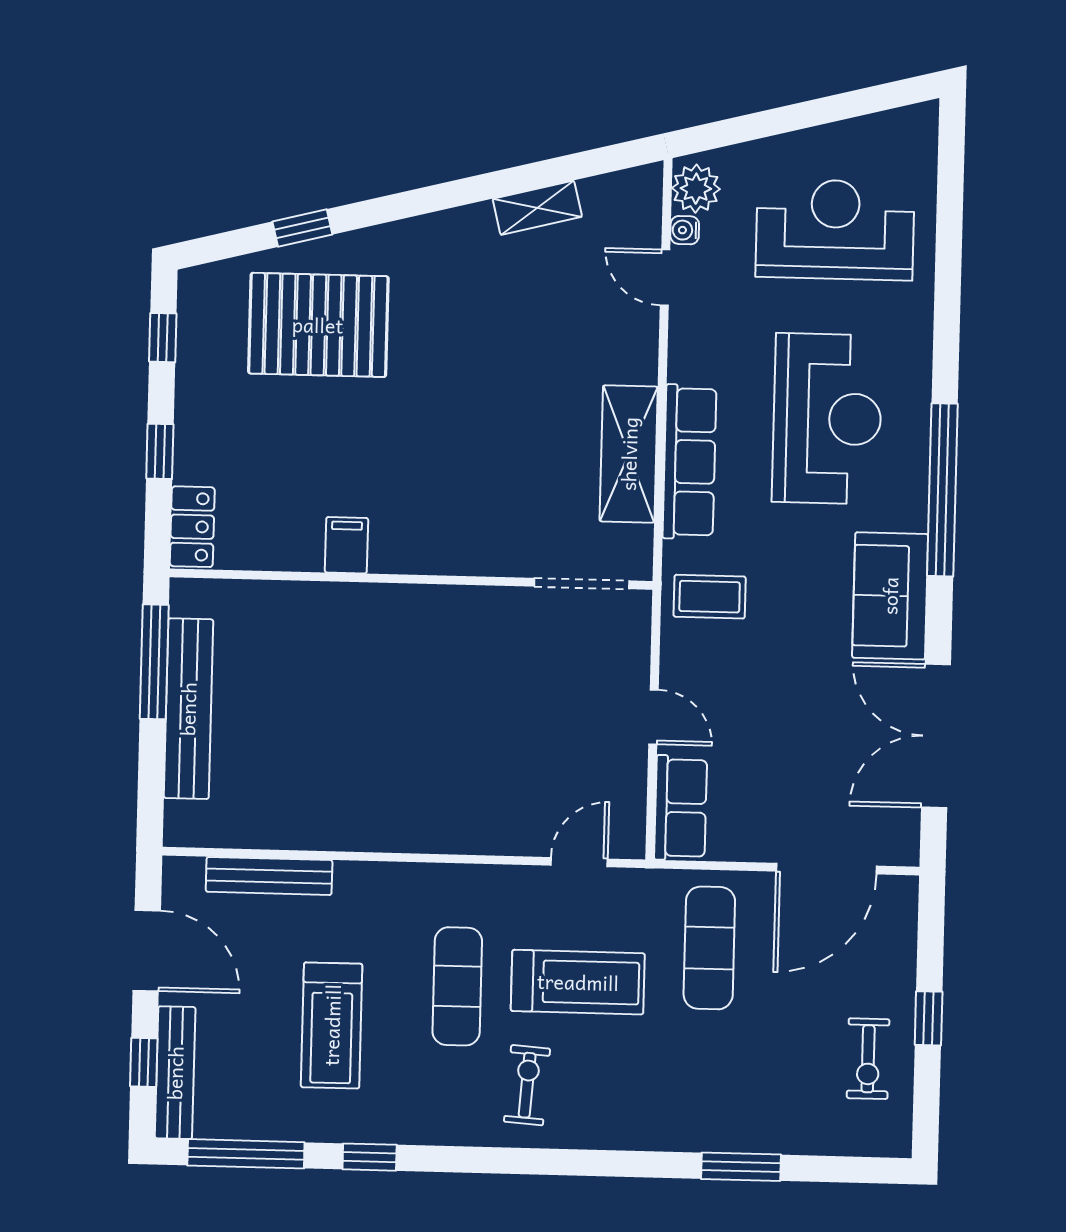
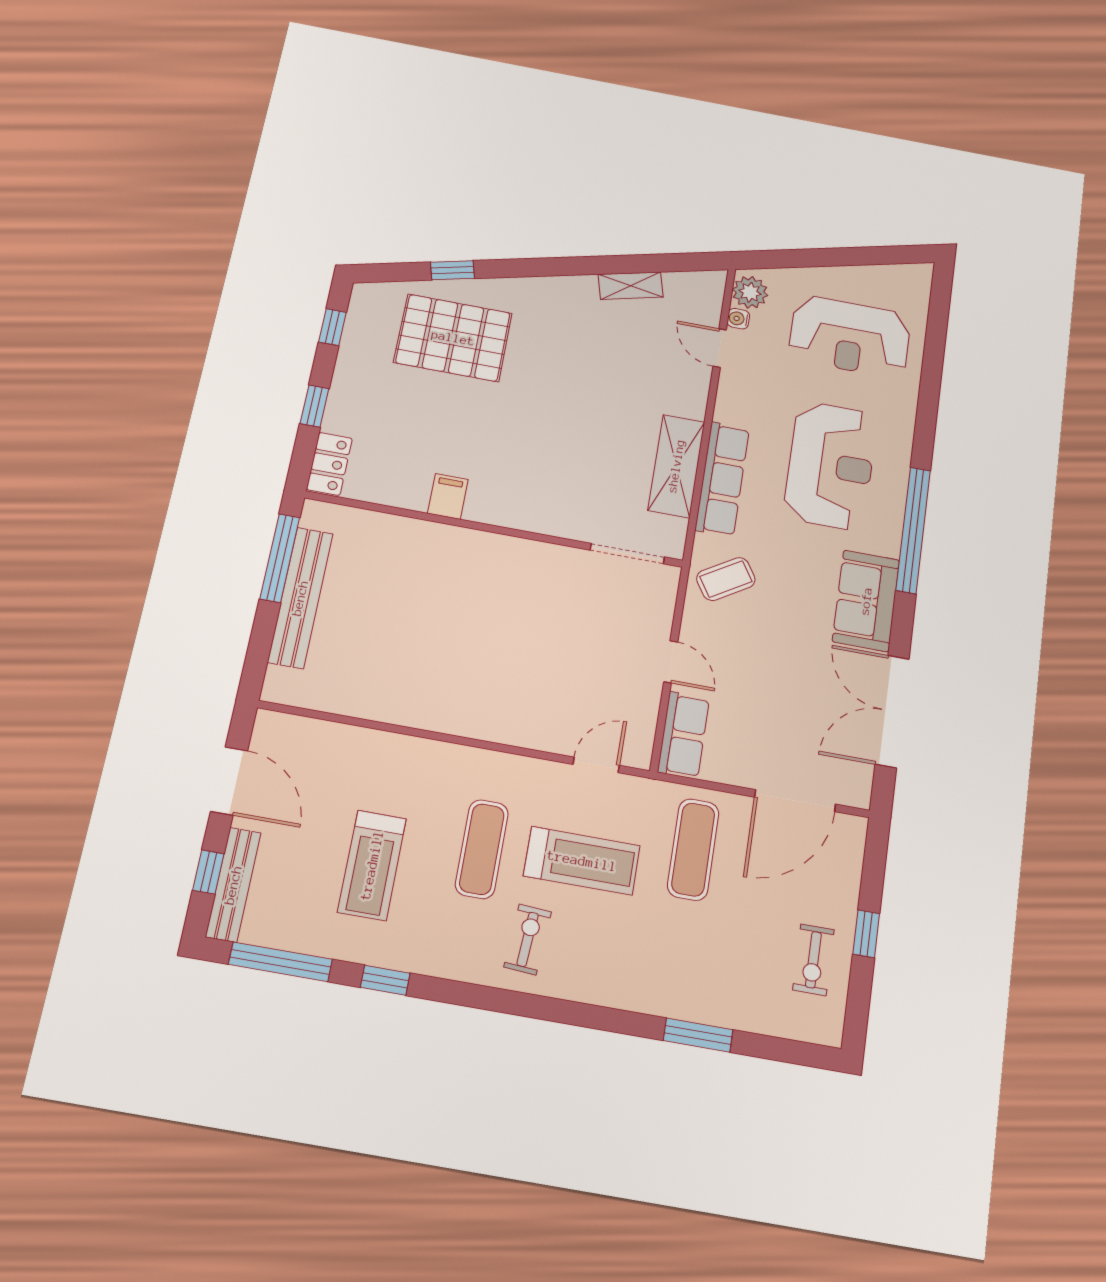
reception desk: (835, 230) -> (850, 337), turned 180
coffee table: (710, 597) -> (726, 579), turned -32
bench: (269, 876) -> (342, 737), removed

